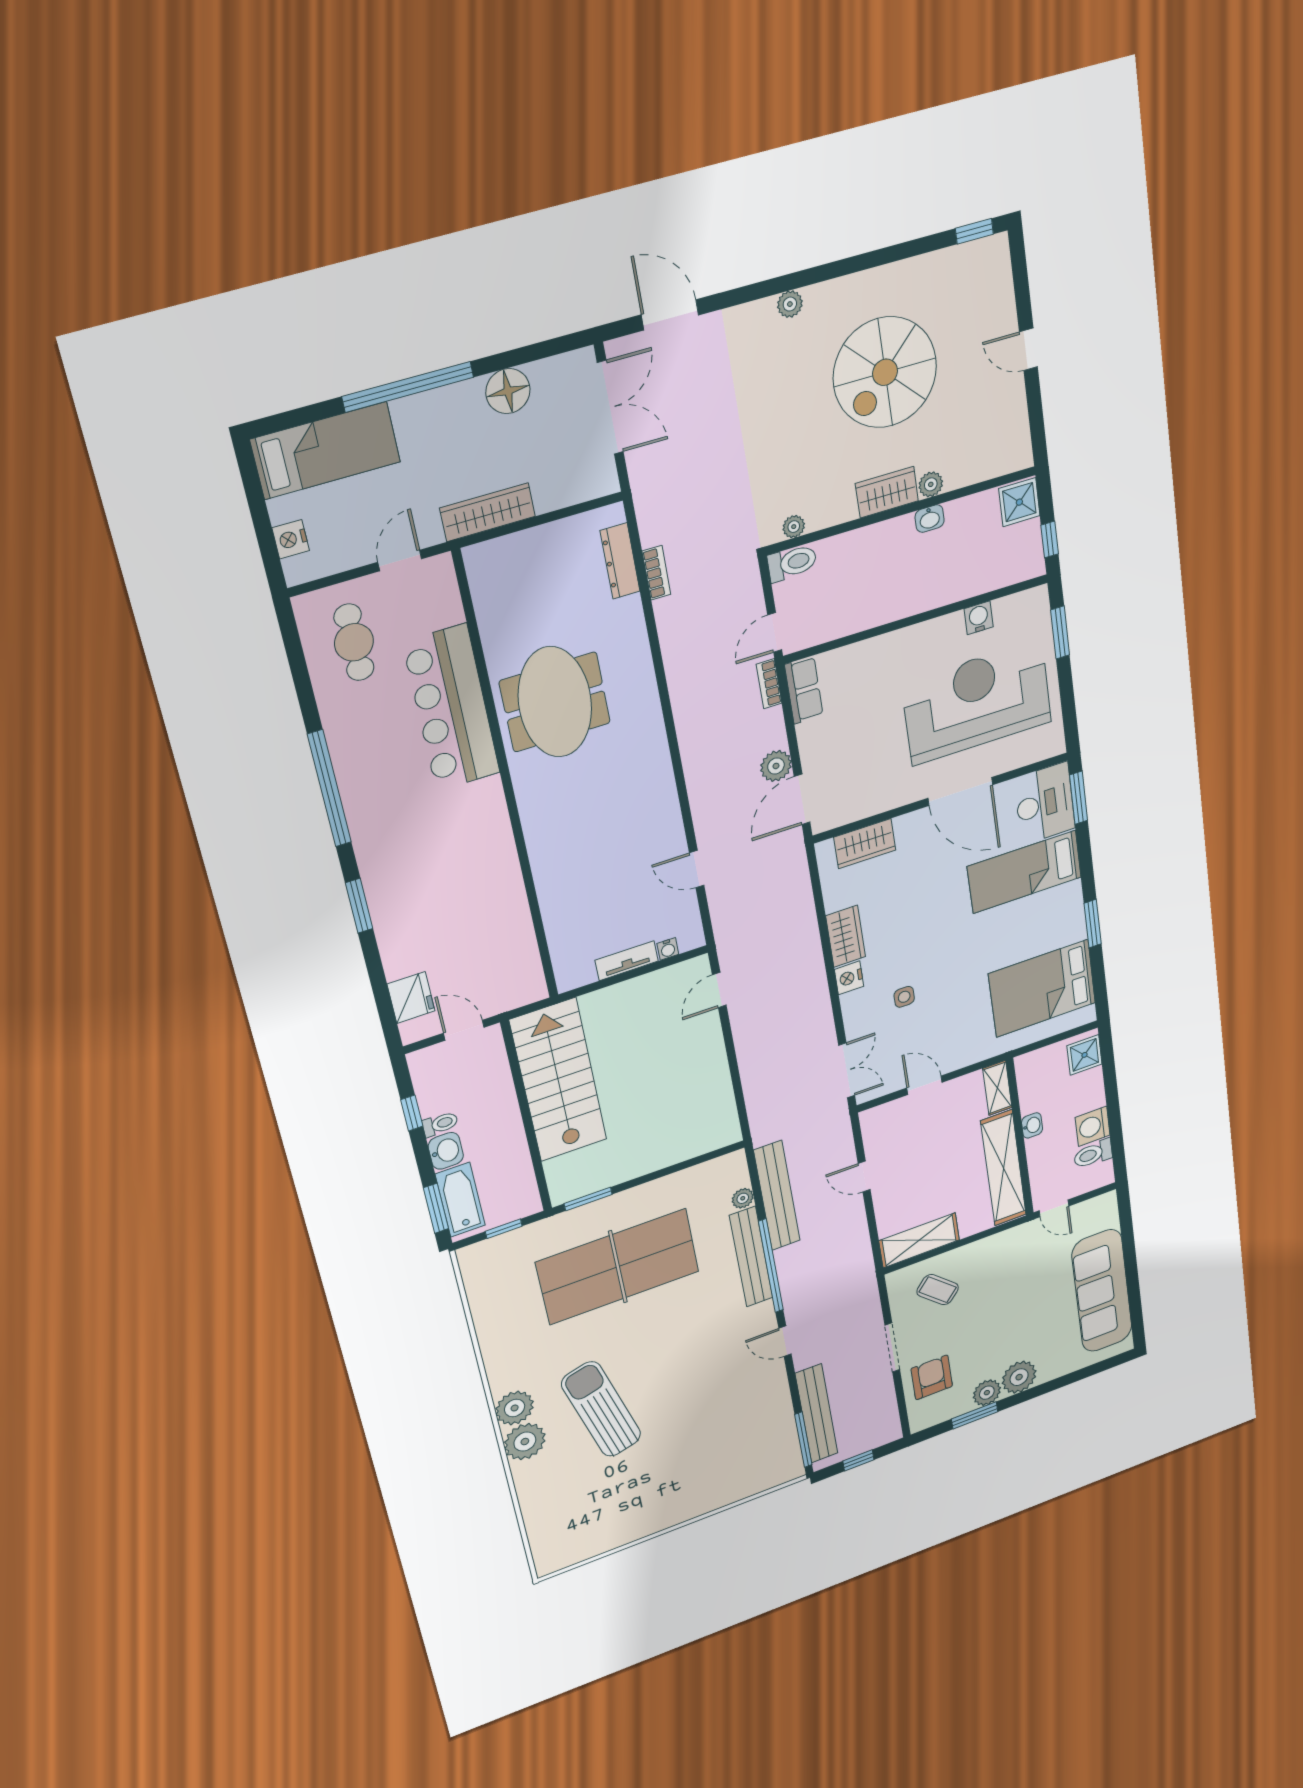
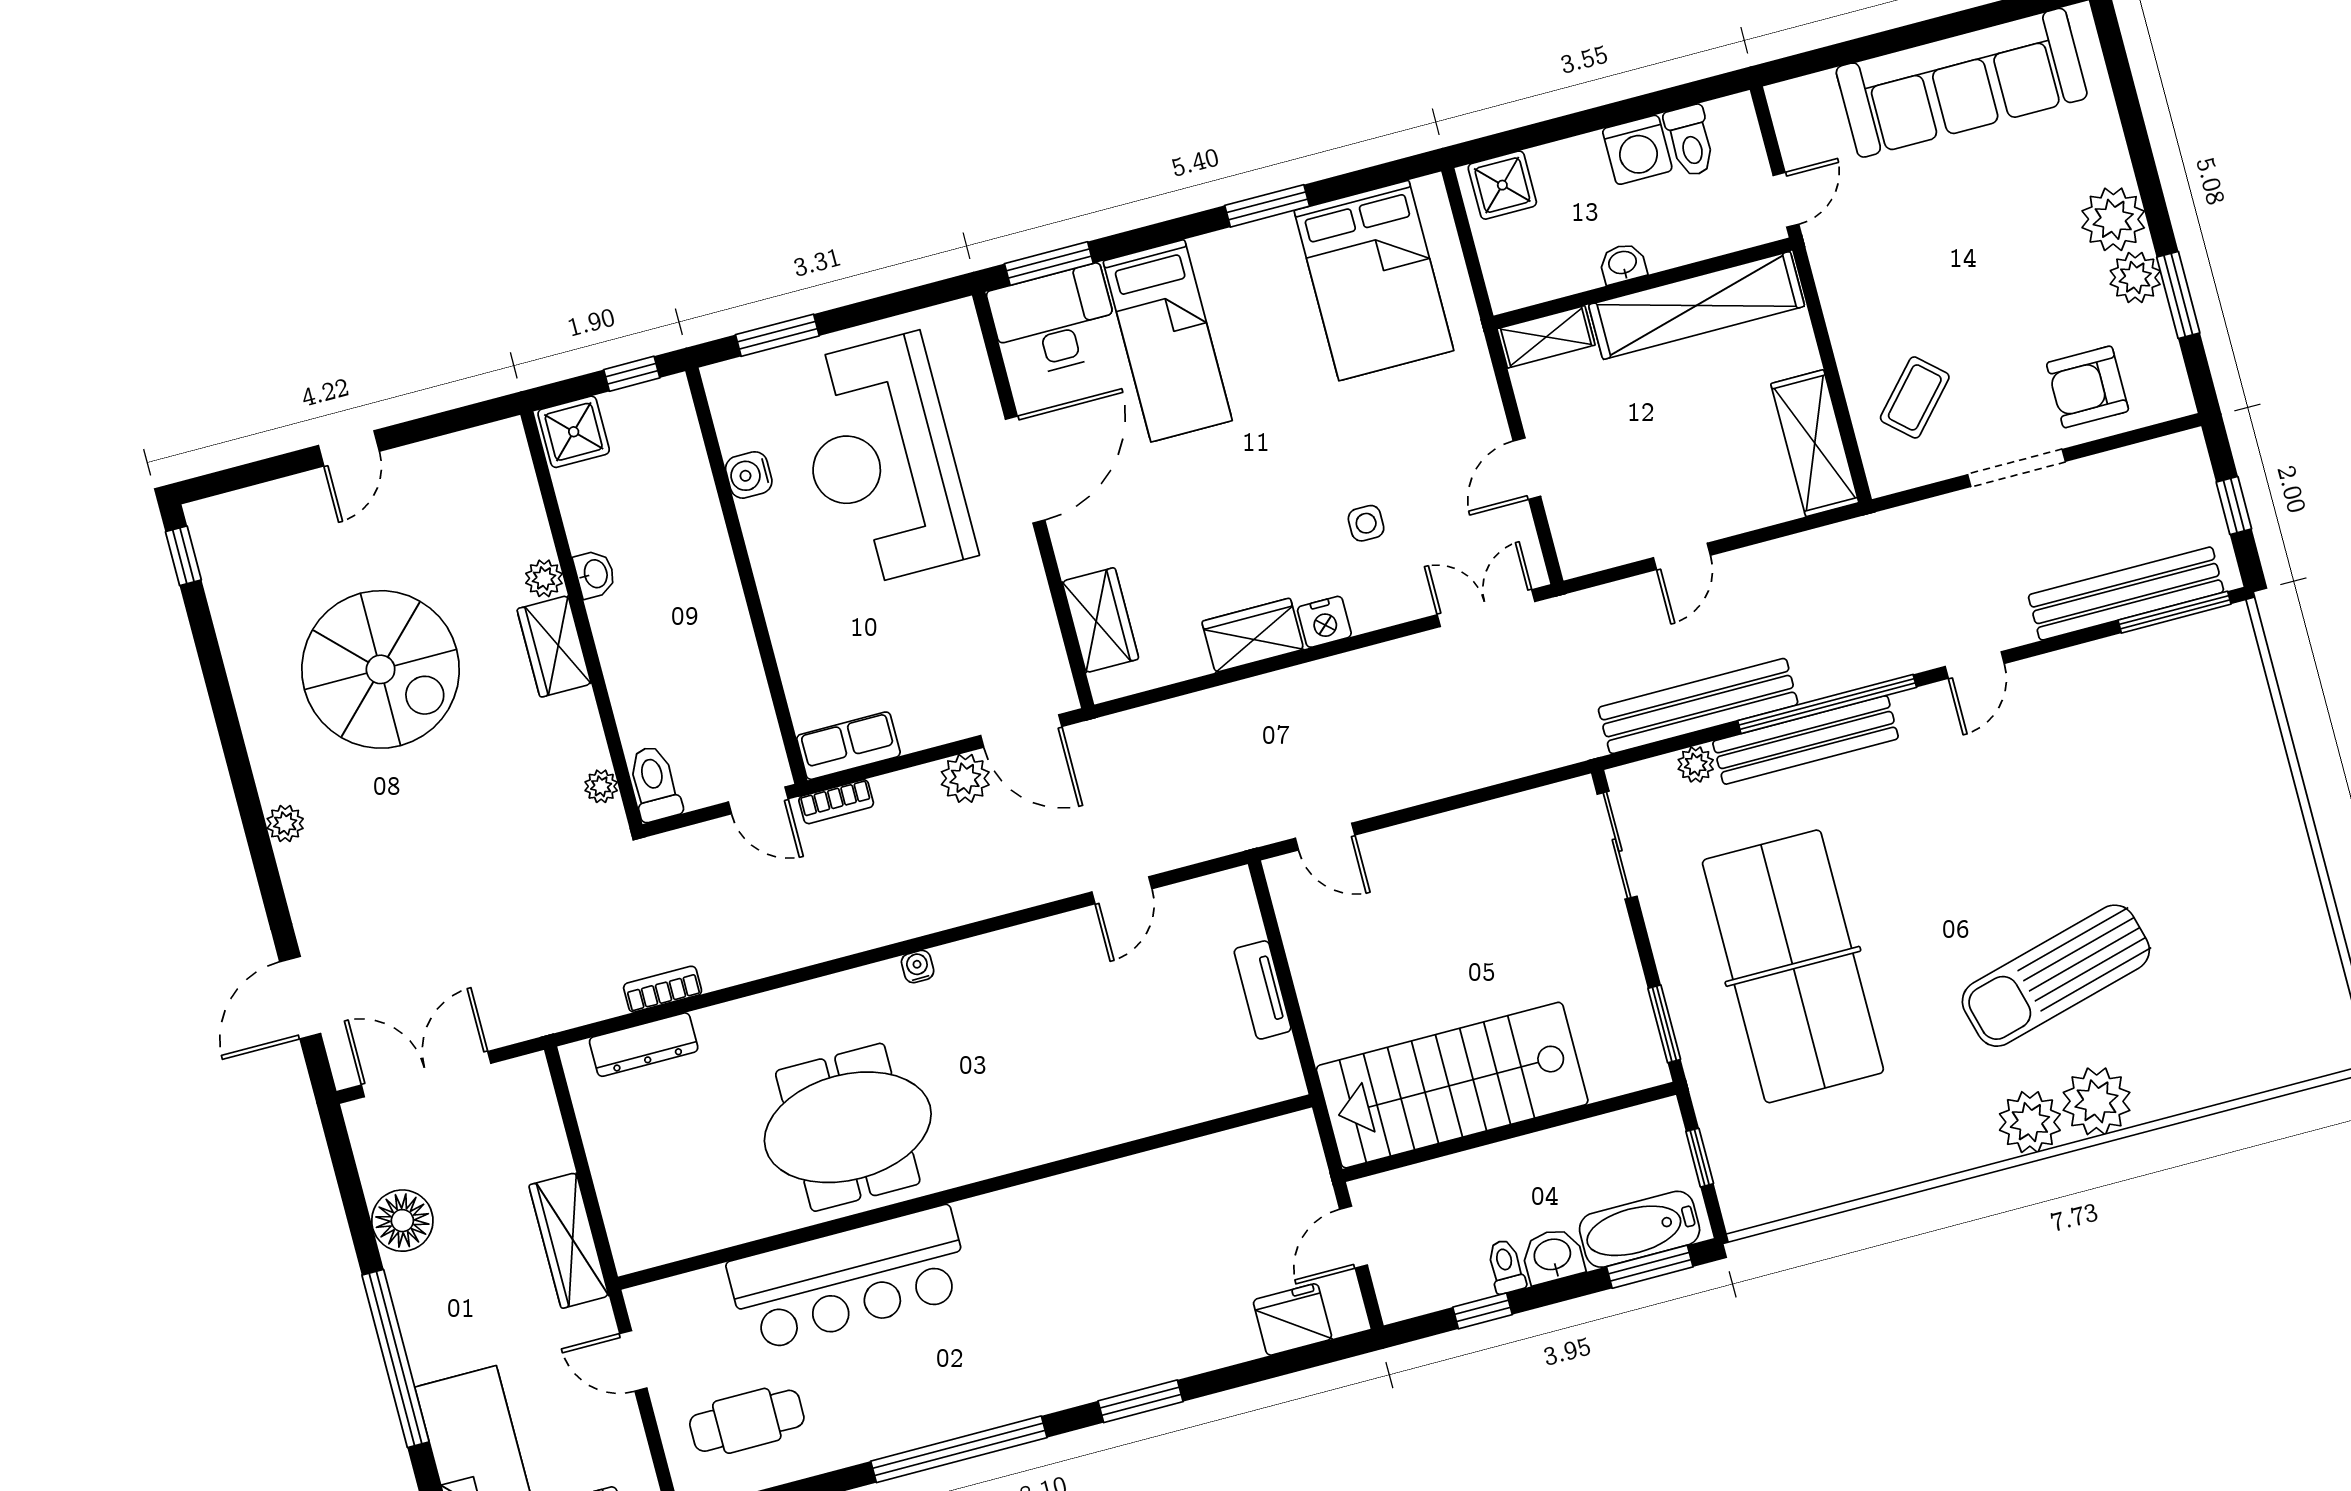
water cooler: (668, 949) -> (918, 967), moved, turned -90
sliding door: (699, 1160) -> (1617, 845), added

